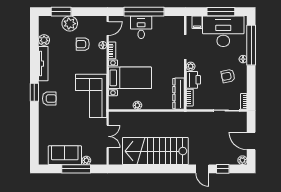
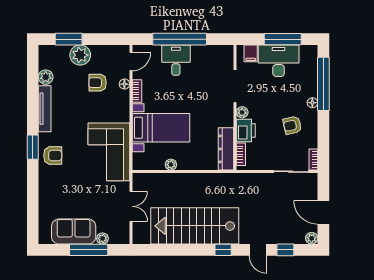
desk: (223, 31) -> (279, 61), width x0.73, depth x0.77
window: (176, 169) -> (223, 250), added

